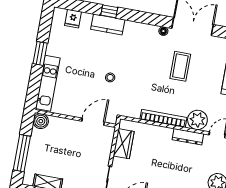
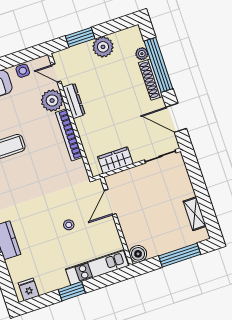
fridge: (73, 19) -> (29, 289), moved, turned -90
stool: (110, 77) -> (69, 225), moved
door: (93, 122) -> (110, 202), hinge flipped

